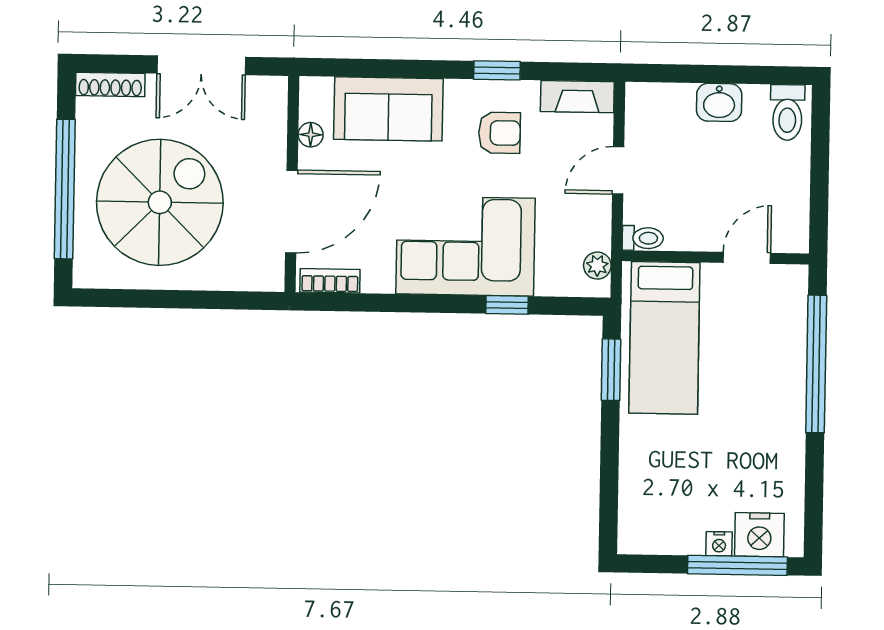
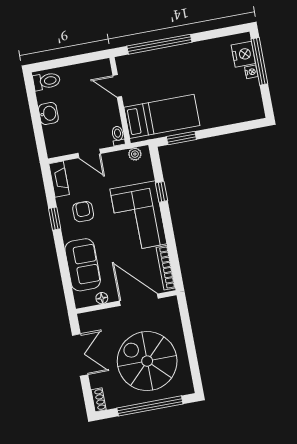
shoe rack: (110, 85) -> (99, 400), width x0.70
bookcase: (330, 281) -> (166, 268), width x1.56

